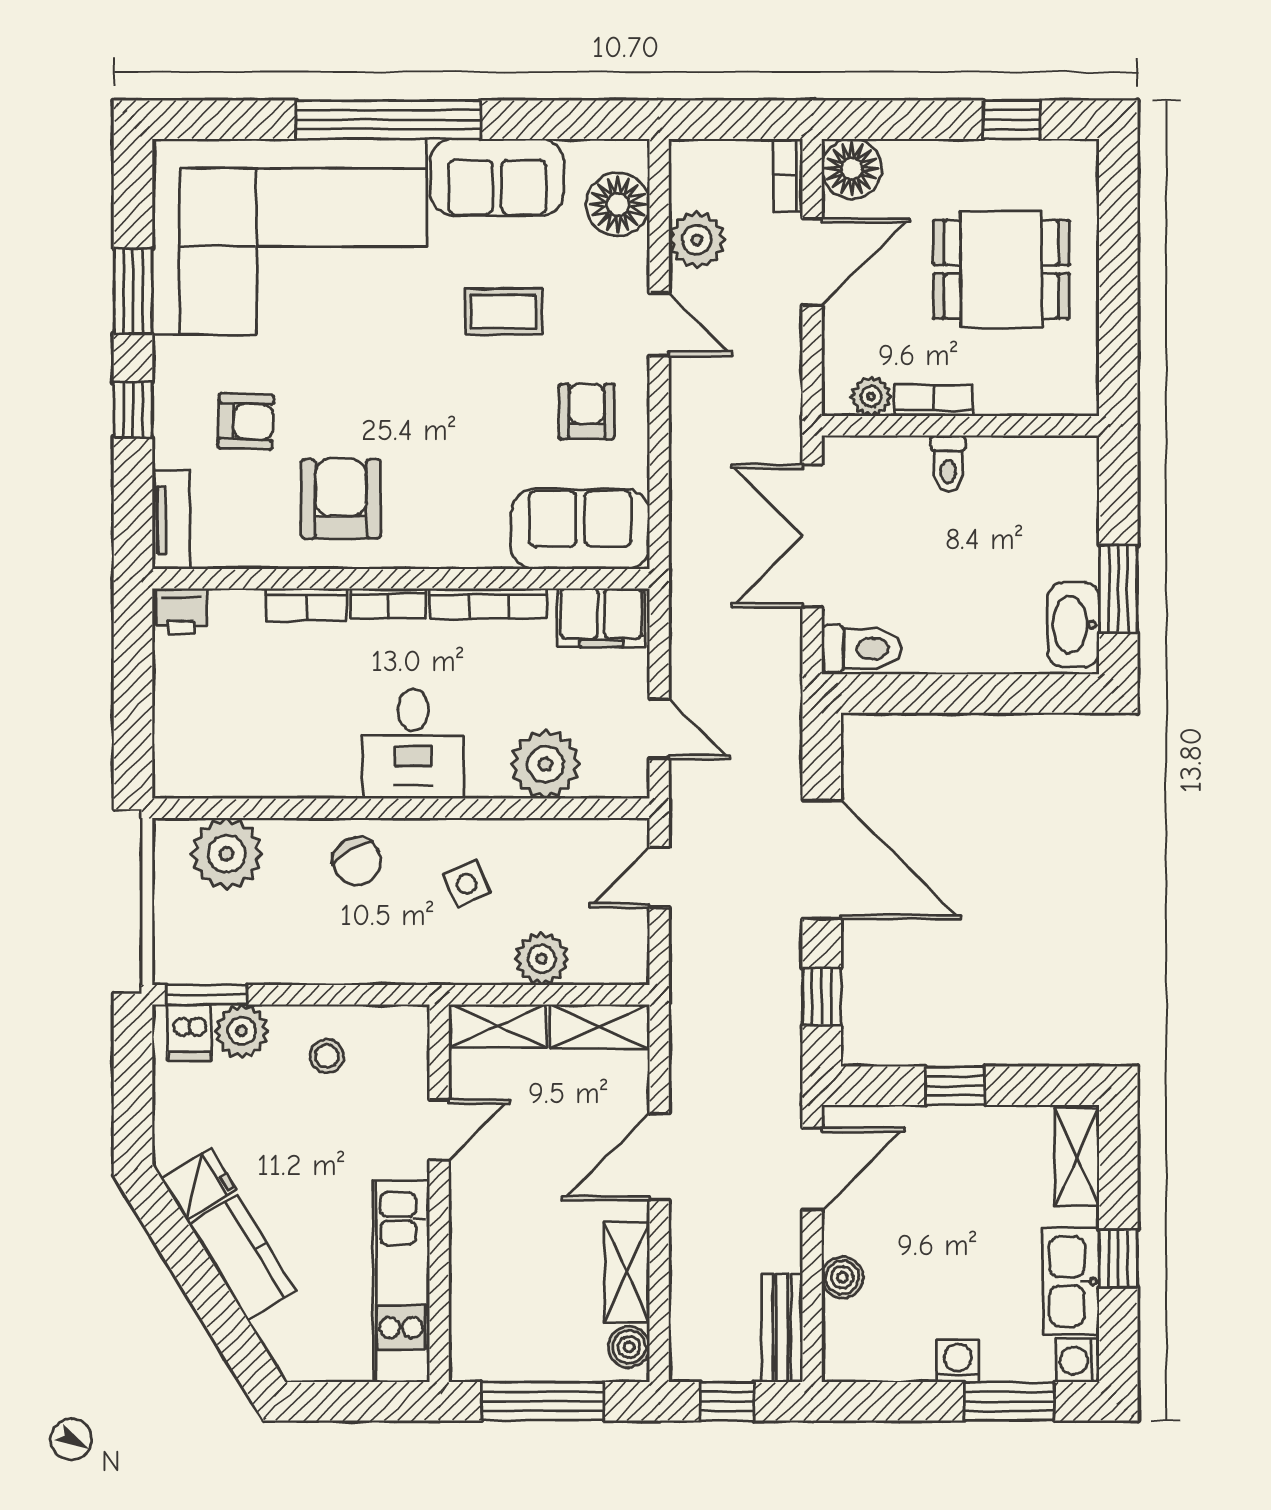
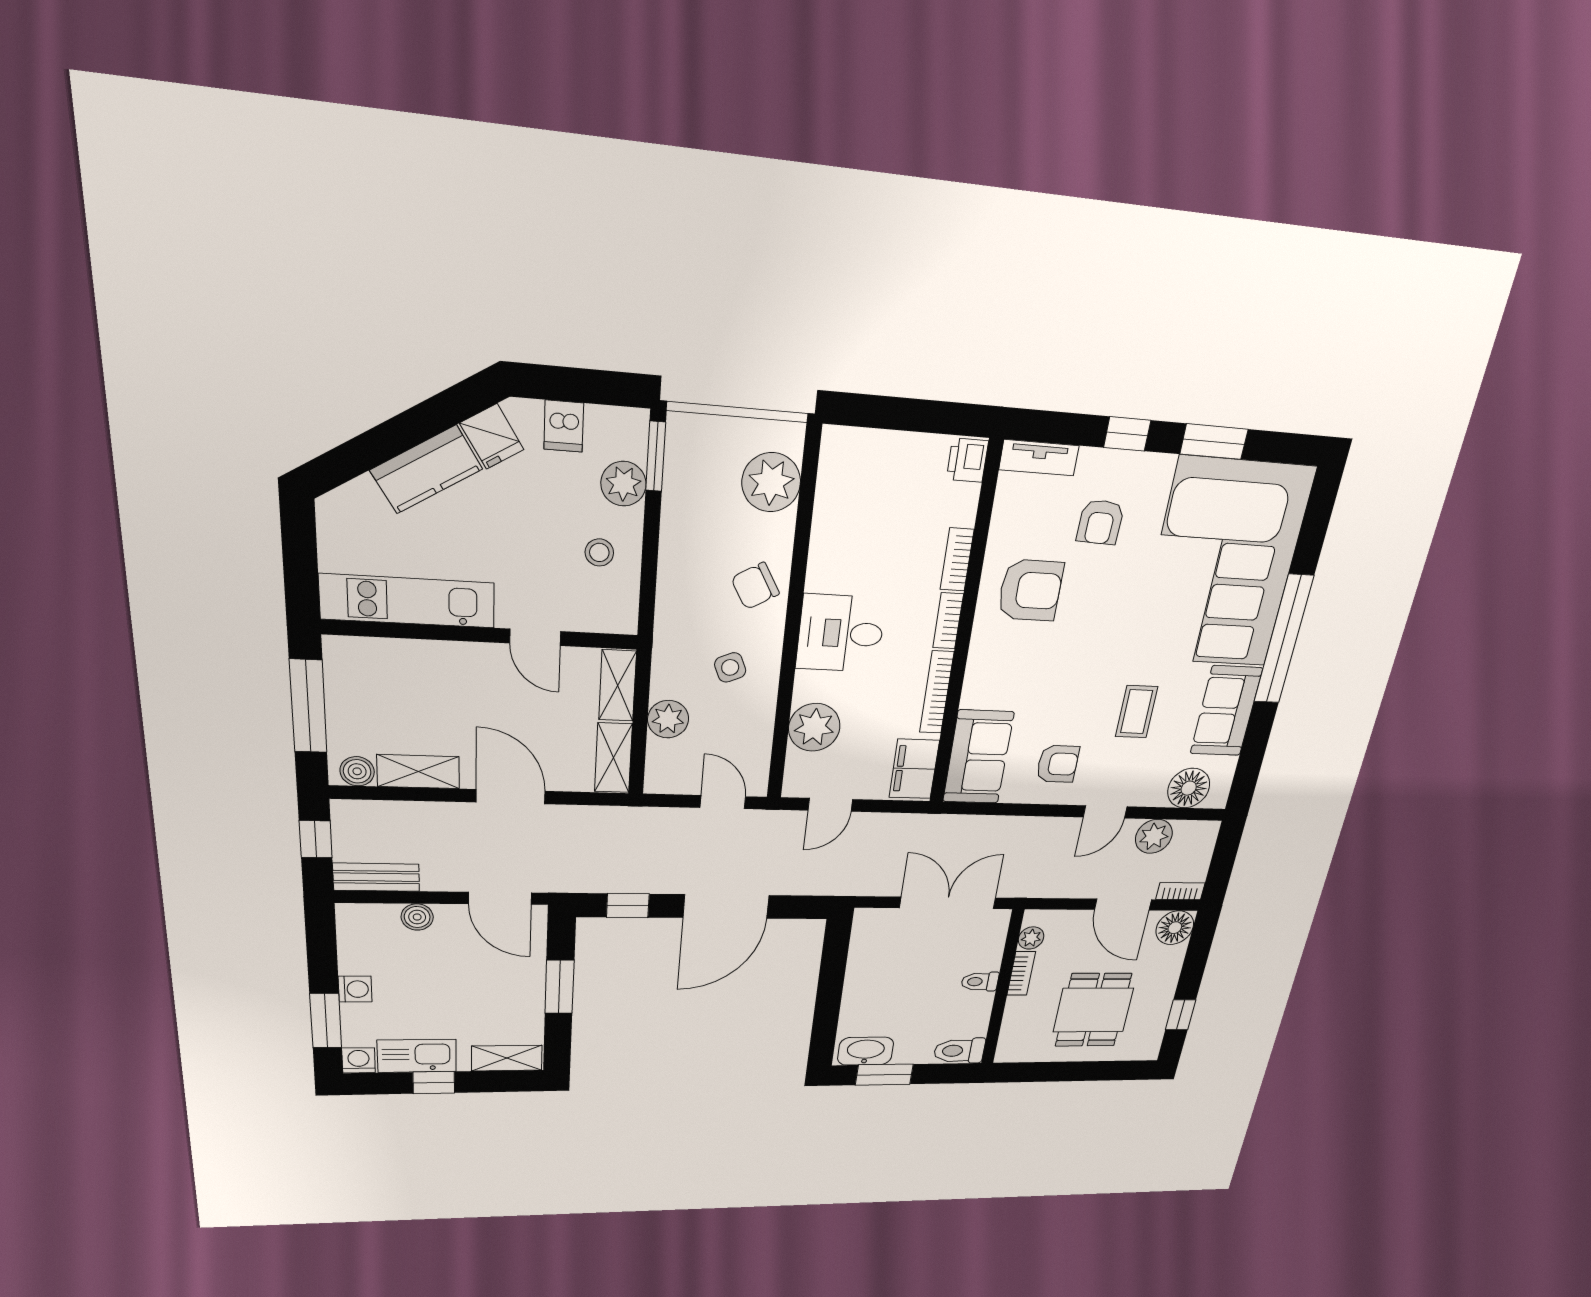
toilet: (861, 649) -> (959, 1051), moved, turned 90
dishwasher: (189, 1032) -> (564, 426), moved, turned -90
window: (955, 1086) -> (560, 987), width x1.50

